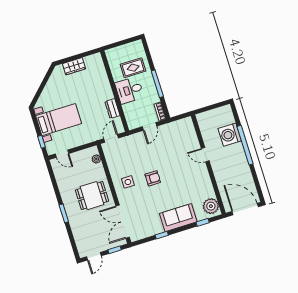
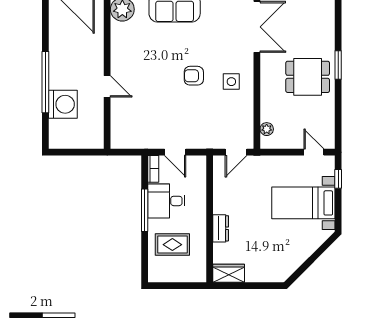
wardrobe: (74, 66) -> (229, 273), moved
desk: (129, 90) -> (166, 201), moved, turned 180
dresser: (112, 109) -> (221, 228), moved
door: (150, 126) -> (175, 152), swing flipped
dining table: (92, 196) -> (308, 77), moved

